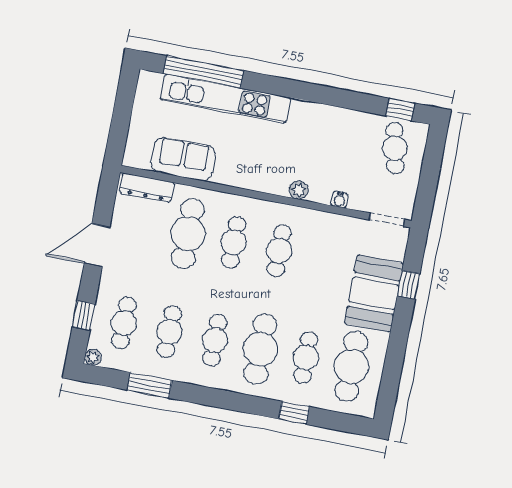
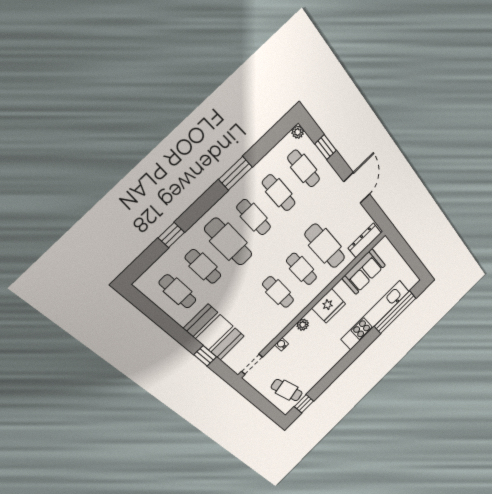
fridge: (254, 173) -> (329, 306), added
cafe table: (351, 366) -> (178, 291), width x0.73, depth x0.74
window: (150, 385) -> (235, 173), moved

